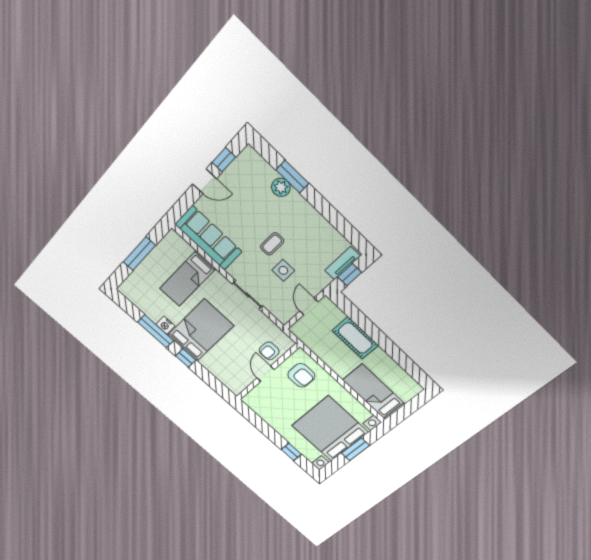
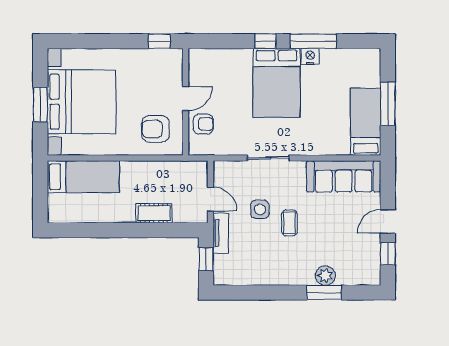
tv unit: (342, 263) -> (221, 233), moved
bed: (187, 279) -> (366, 122), moved
cot: (355, 338) -> (154, 213), width x0.73, depth x0.75
armchair: (269, 351) -> (203, 124), turned 90
door: (266, 374) -> (186, 98), hinge flipped
window: (291, 452) -> (159, 41), moved

